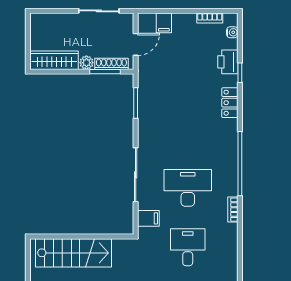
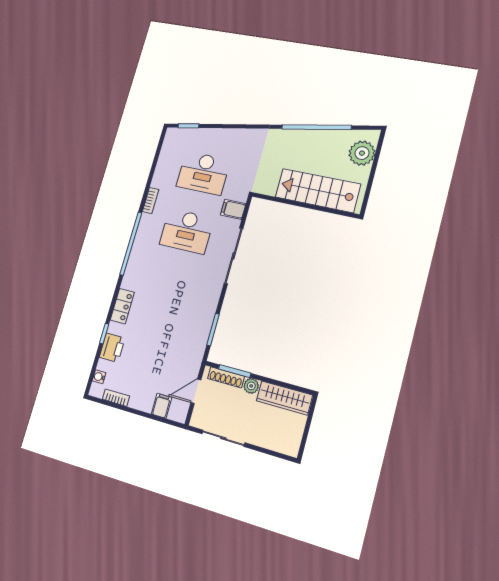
desk: (188, 247) -> (203, 173), width x1.37

